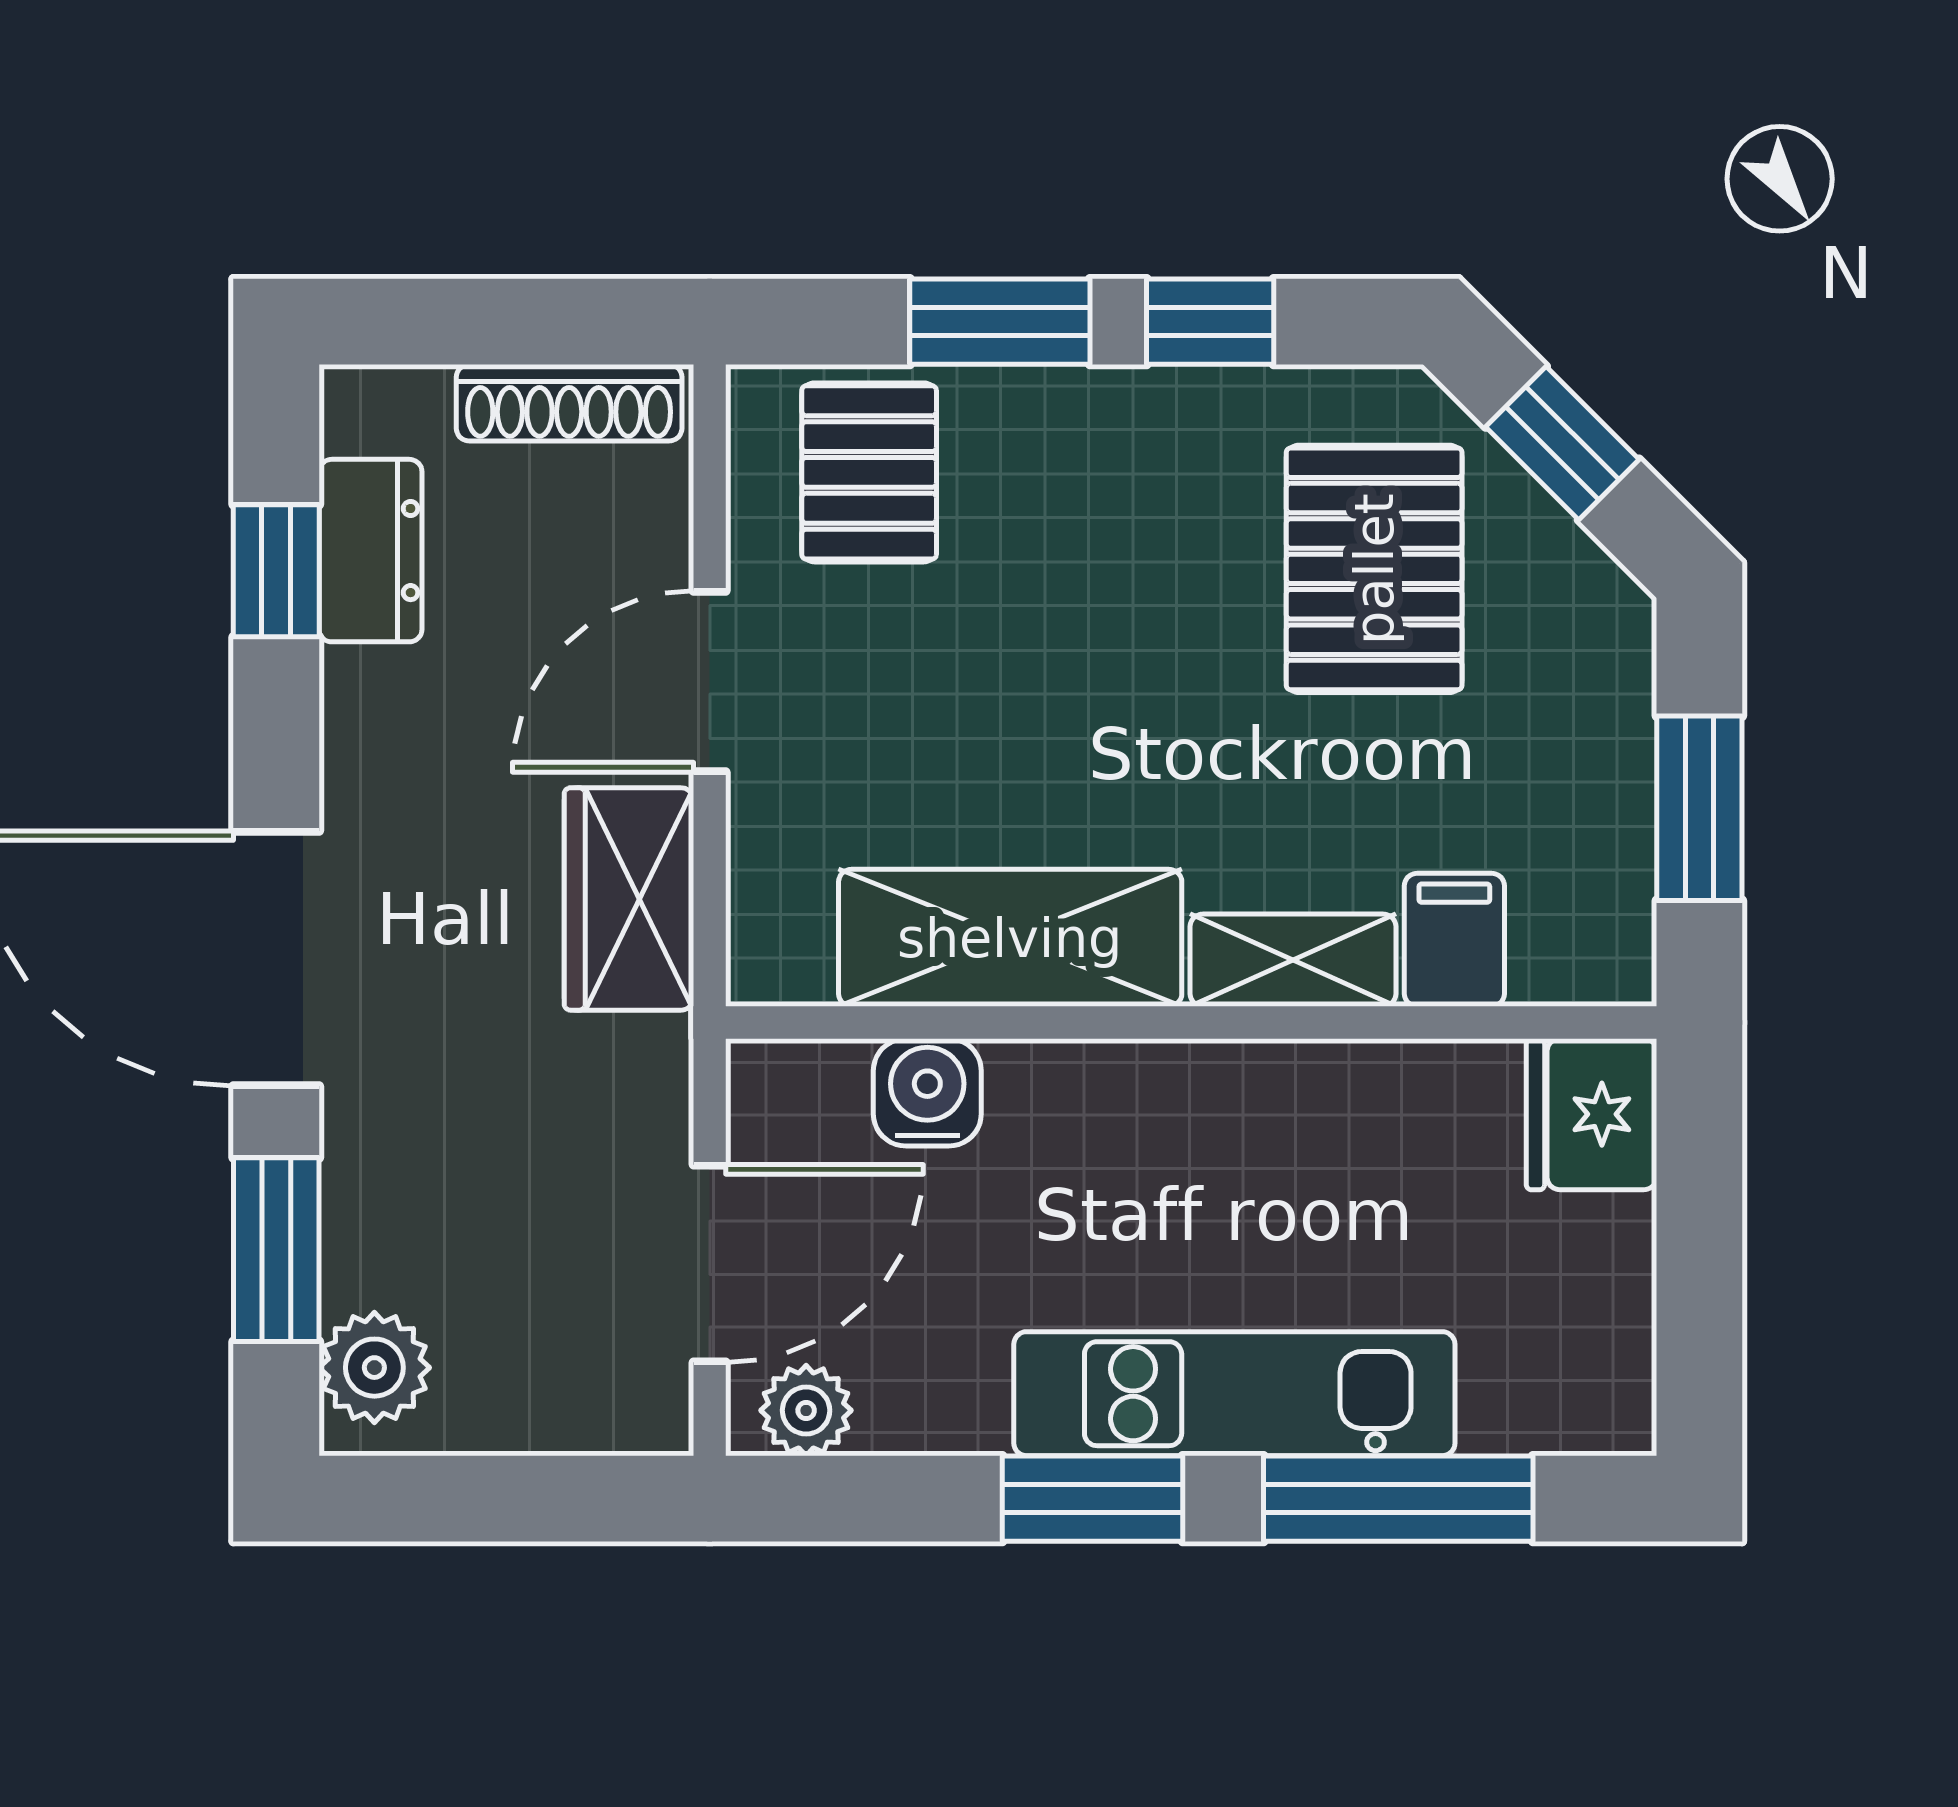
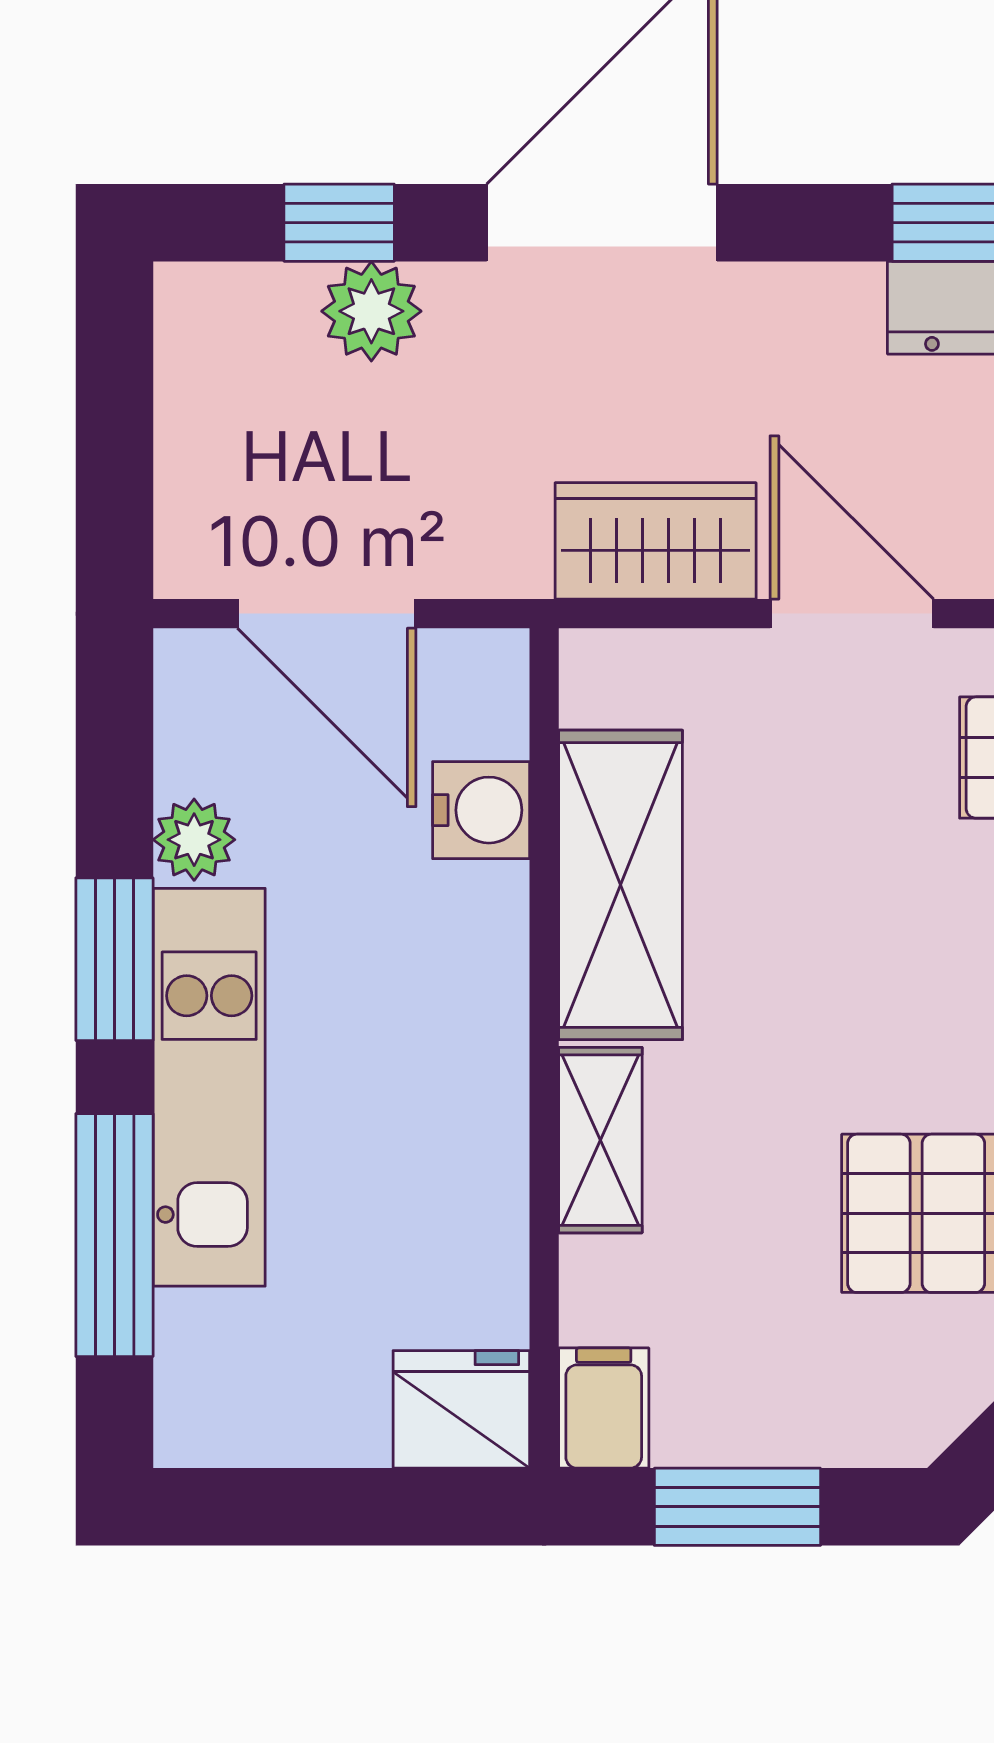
filing cabinet: (1454, 940) -> (604, 1408), moved, turned -90
window: (276, 1250) -> (339, 223), width x0.67
plant: (374, 1368) -> (371, 311), moved
plant: (806, 1410) -> (194, 840), moved

